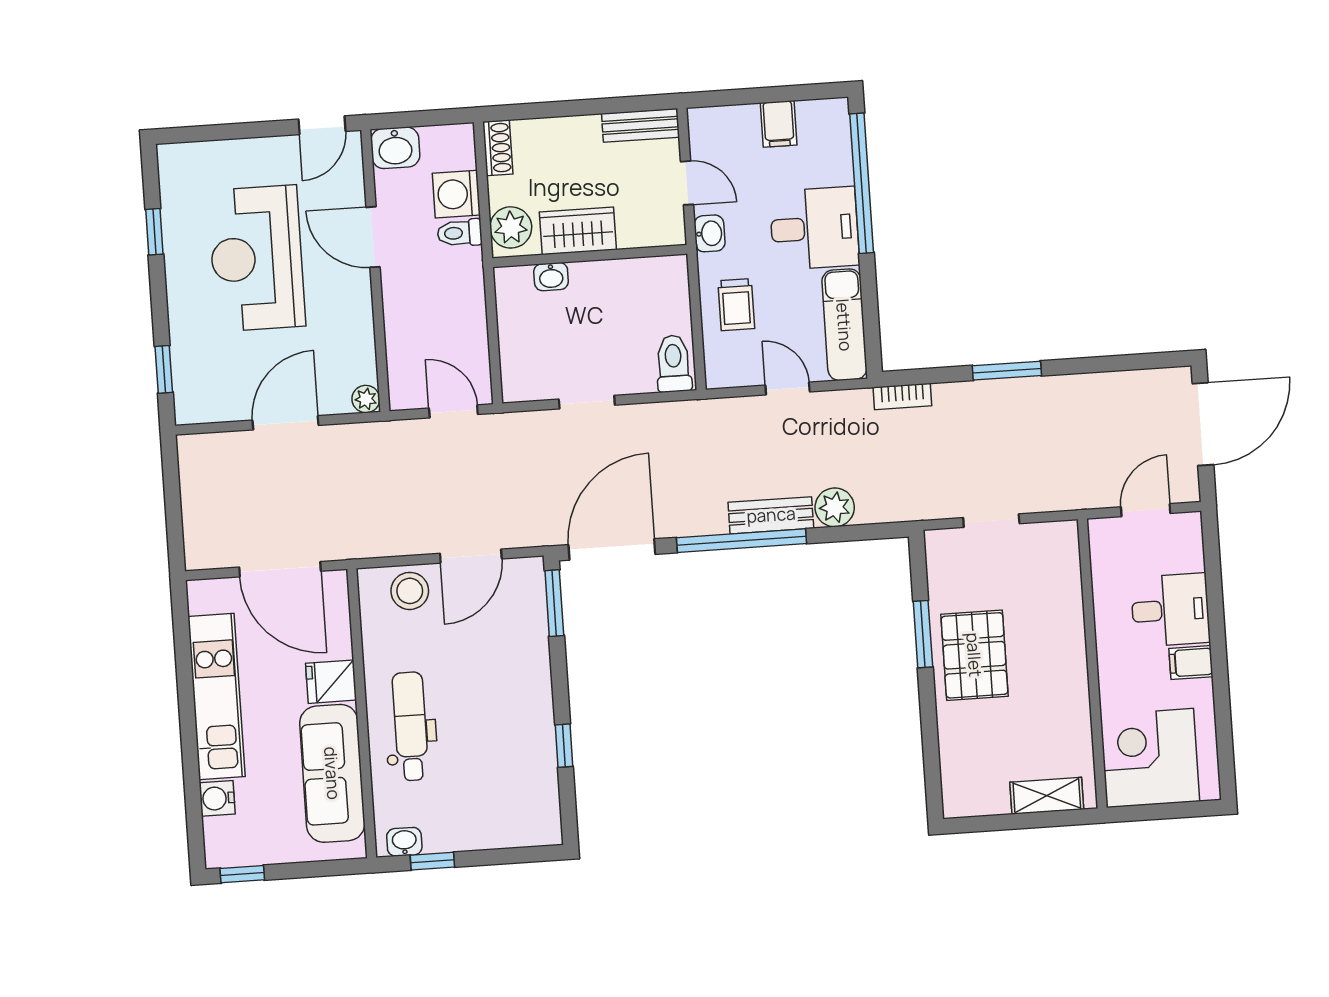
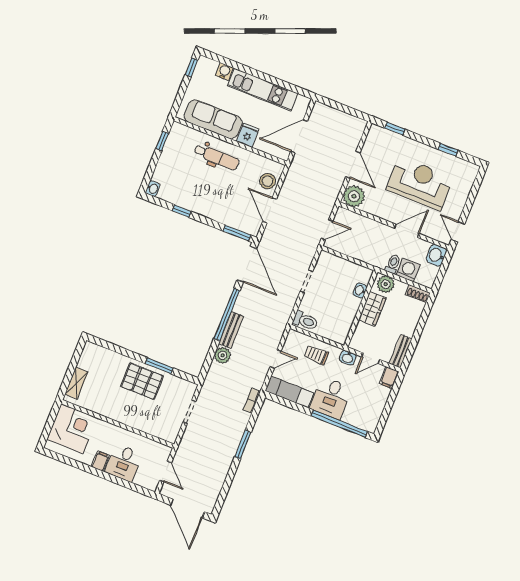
filing cabinet: (779, 124) -> (389, 378), moved, turned -90
plant: (366, 399) -> (354, 196), width x1.88, depth x1.88
washbasin: (404, 842) -> (153, 189), moved

